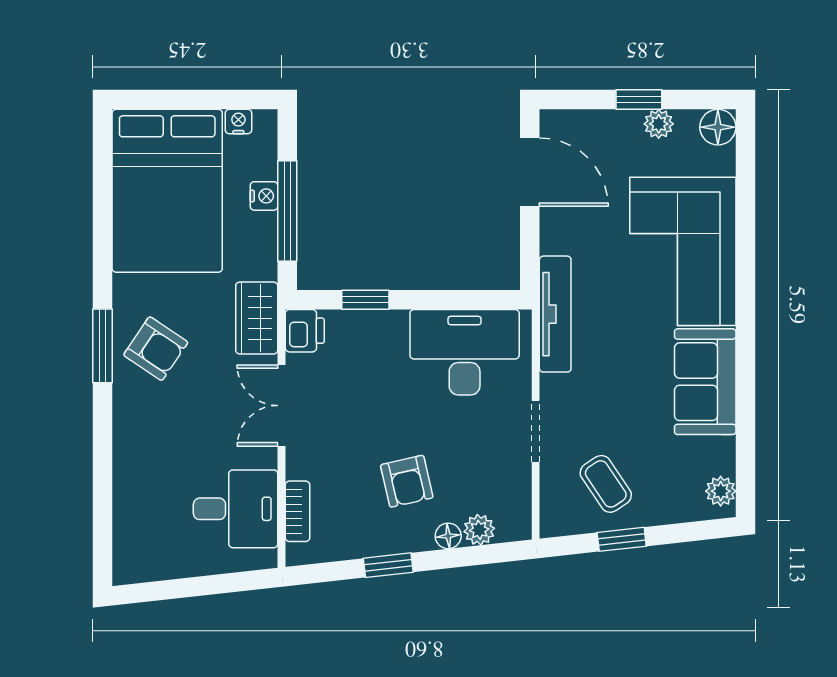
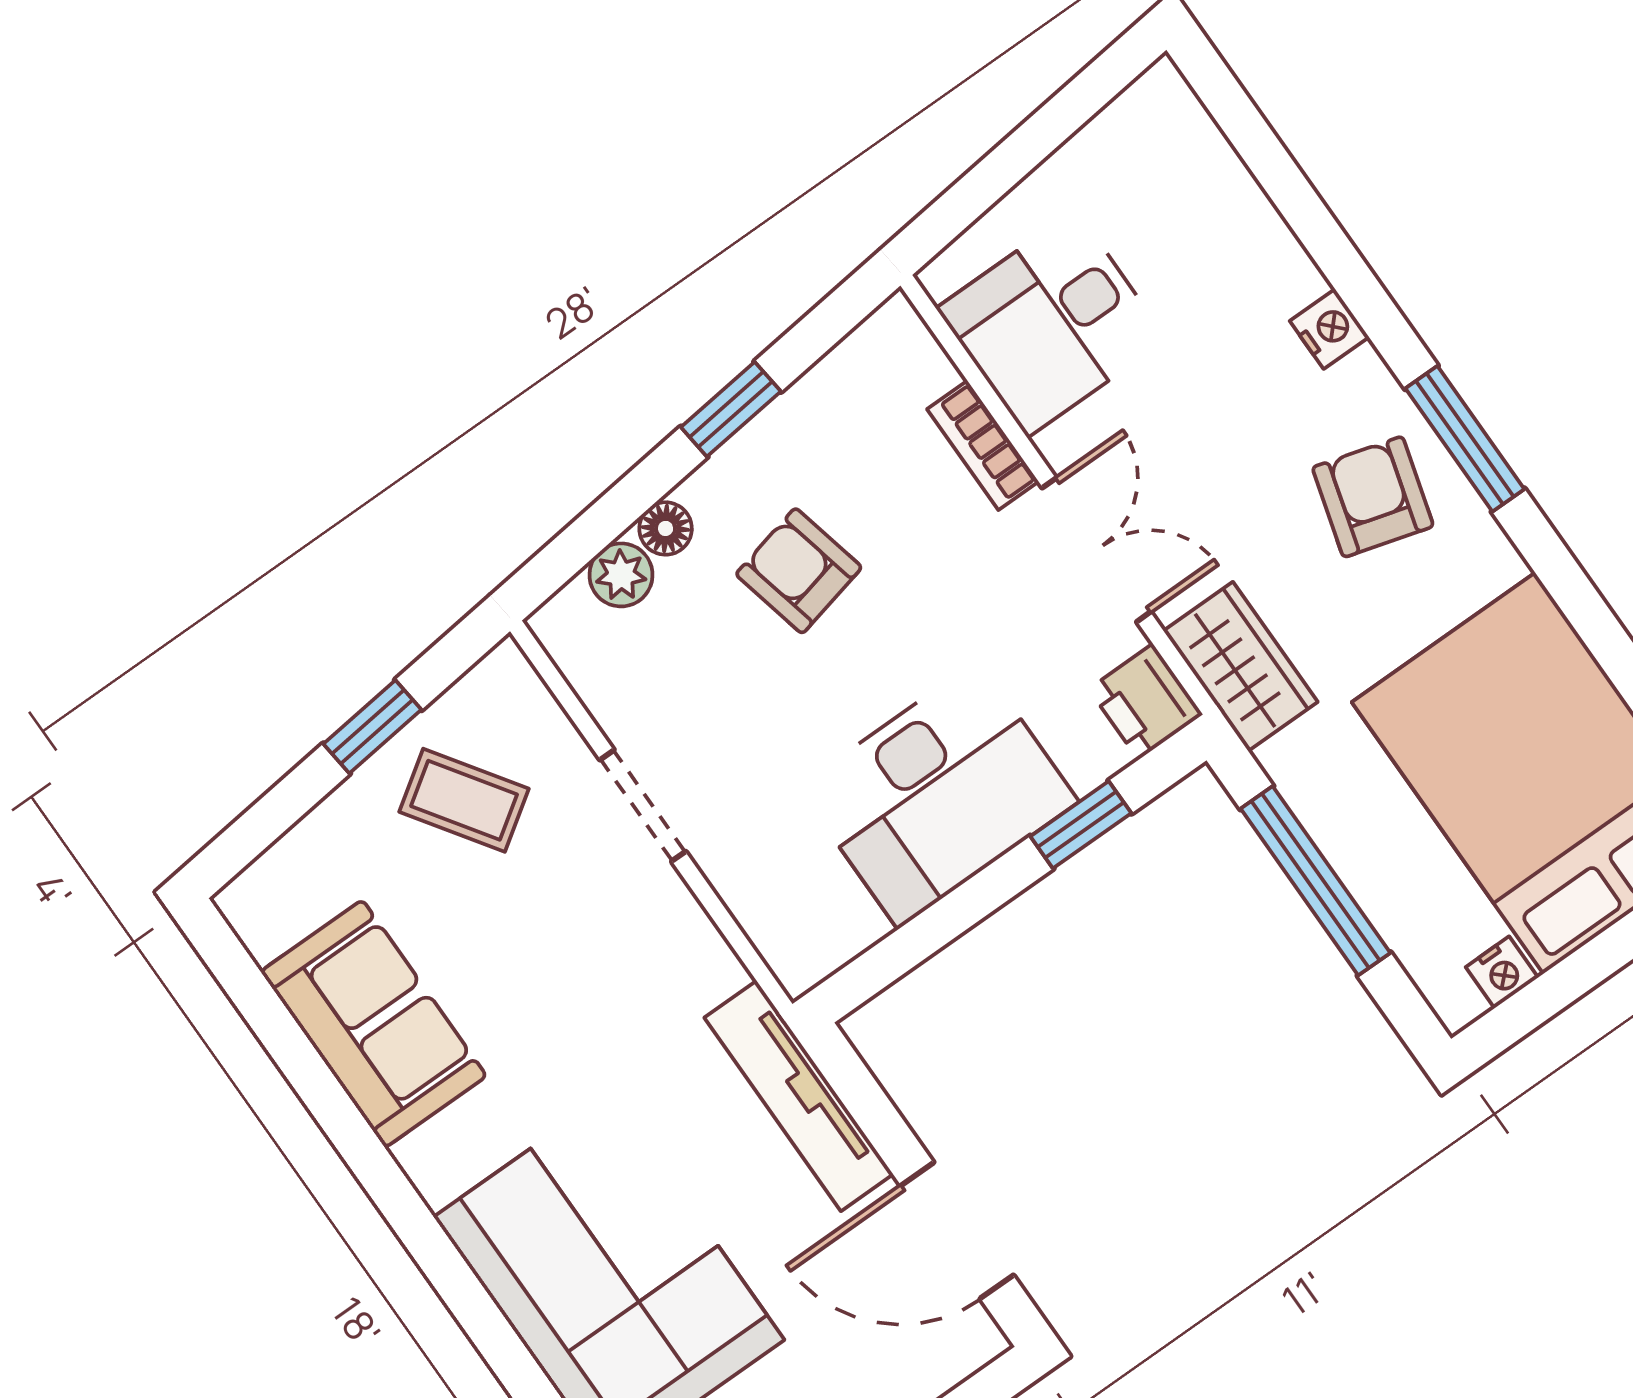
nightstand: (264, 196) -> (1329, 329), moved, turned 180
tv unit: (555, 314) -> (799, 1096), moved
armchair: (156, 349) -> (1373, 497), turned 72
desk: (465, 352) -> (938, 794), moved
sofa: (705, 382) -> (374, 1024), moved
plant: (721, 491) -> (264, 923), removed
bookcase: (297, 511) -> (983, 445), moved

